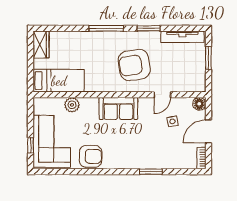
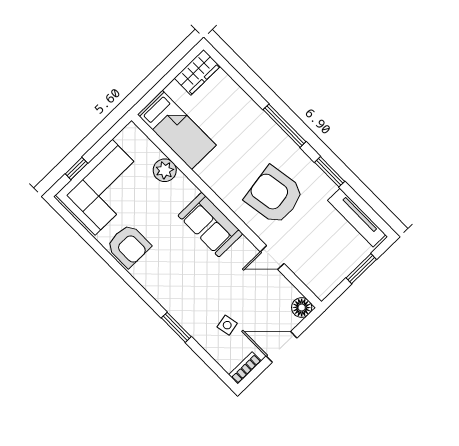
side table: (173, 121) -> (227, 325), moved

